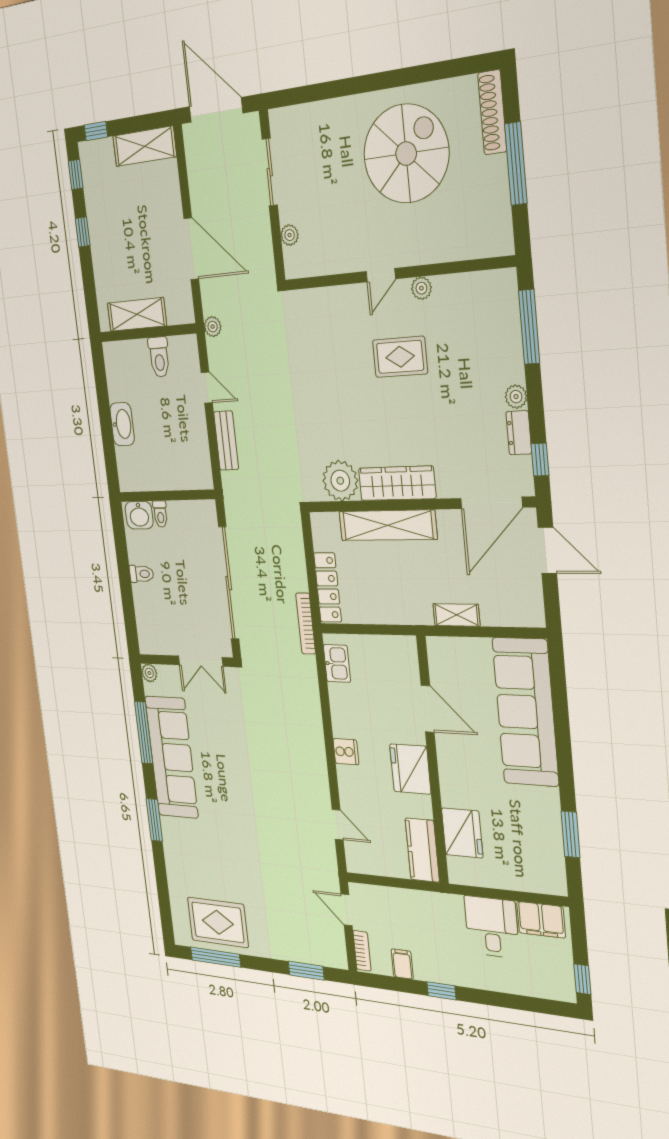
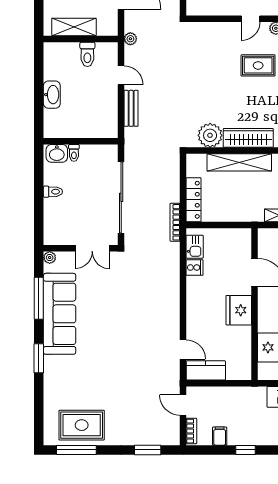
cooker: (346, 752) -> (195, 267), moved
kitchen counter: (422, 850) -> (206, 370), moved, turned 90

